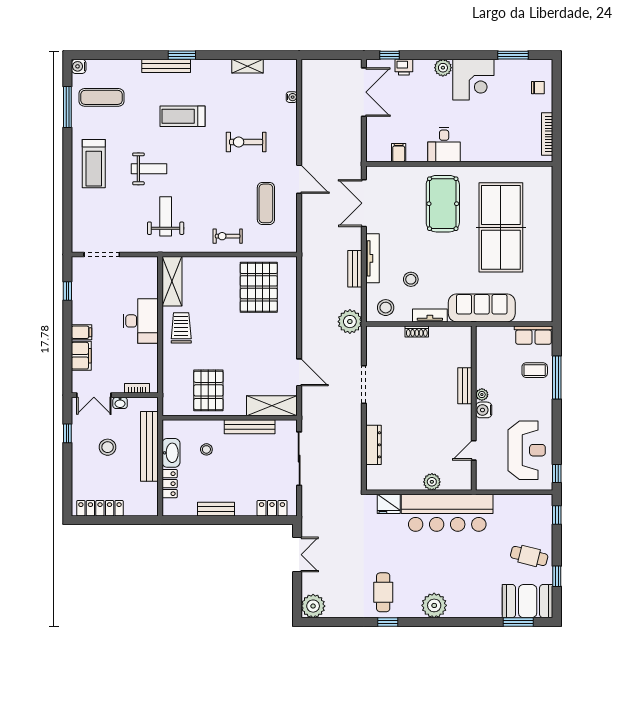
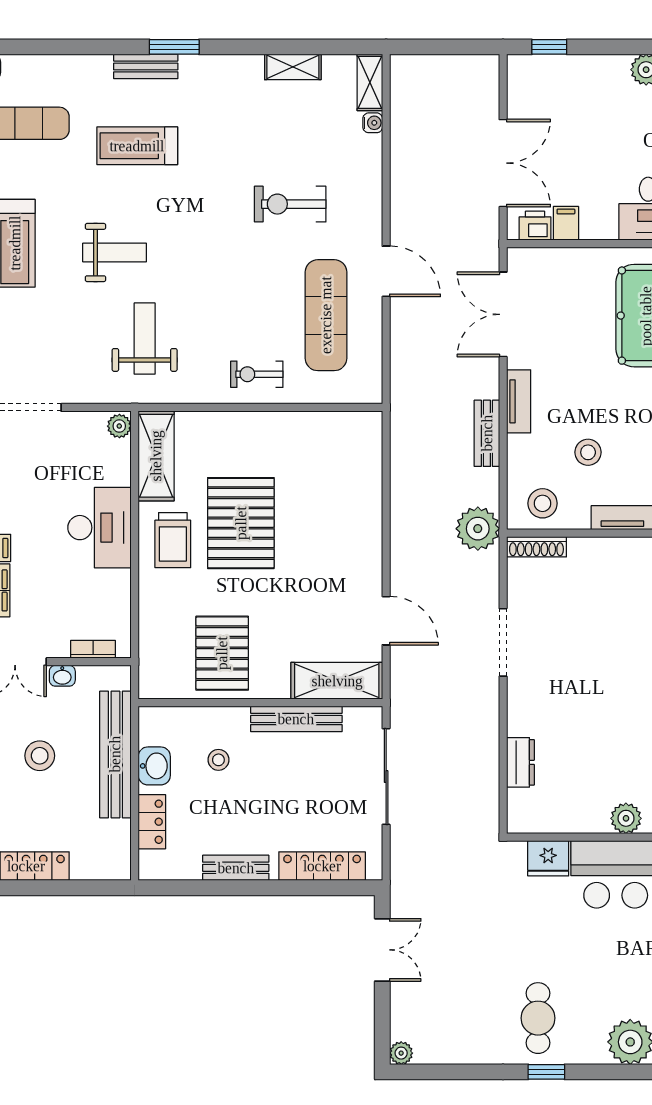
bench: (166, 66) -> (146, 66), width x0.73
printer: (404, 67) -> (535, 226), moved, turned 180
shelving: (290, 75) -> (370, 82), added
double door: (364, 92) -> (503, 163), moved
treadmill: (183, 116) -> (137, 146), moved
exercise mat: (266, 203) -> (326, 315), width x1.36, depth x1.45
tv unit: (372, 258) -> (519, 401), width x0.71
plant: (152, 265) -> (119, 426), added
pallet: (259, 287) -> (241, 523), moved
trolley: (181, 328) -> (173, 540), turned 180
shoe rack: (417, 332) -> (536, 547), moved, width x1.43
dresser: (373, 445) -> (520, 762), width x0.70
washbasin: (171, 453) -> (154, 766), width x0.72
locker: (272, 508) -> (322, 866), width x1.53
plant: (313, 606) -> (401, 1053), width x0.53, depth x0.53

